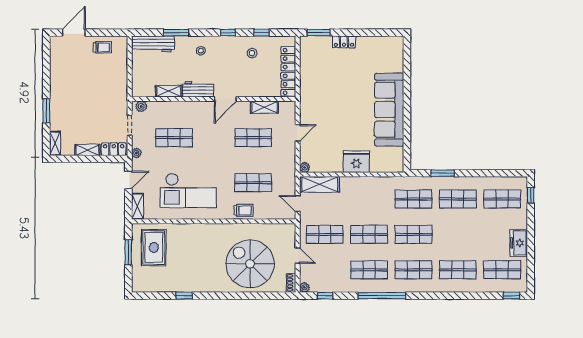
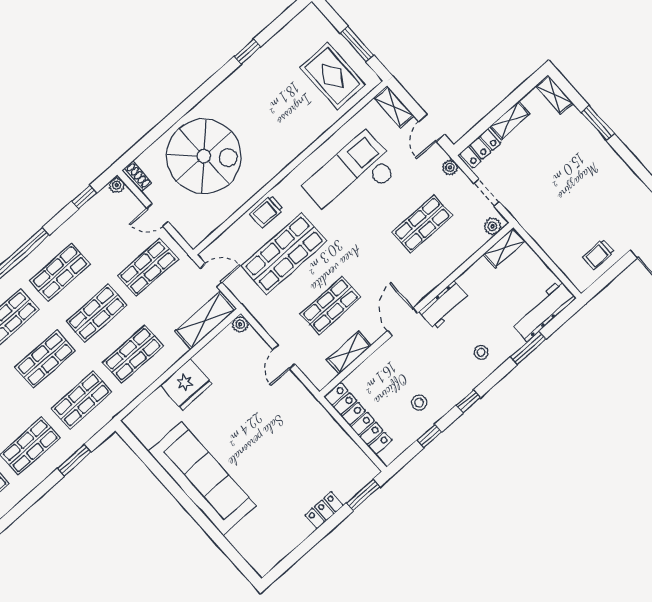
shelving: (169, 91) -> (504, 248), moved
shop shelf: (253, 183) -> (284, 254), width x1.43, depth x1.36
shop shelf: (369, 199) -> (133, 354), added

